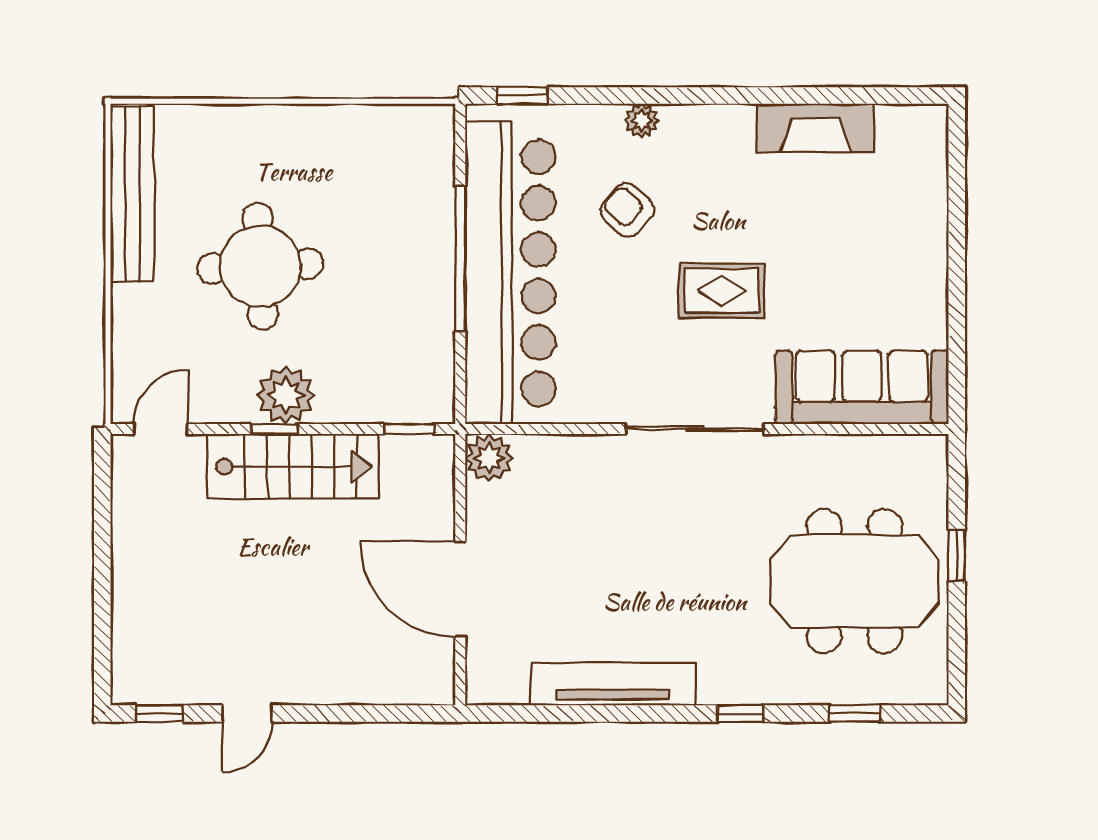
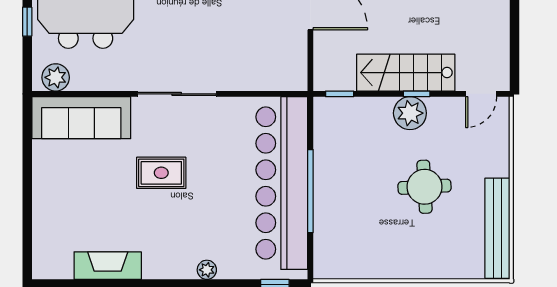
armchair: (627, 210) -> (215, 219), removed
round table: (260, 266) -> (425, 187), width x0.73, depth x0.73
plant: (489, 458) -> (56, 77), moved

